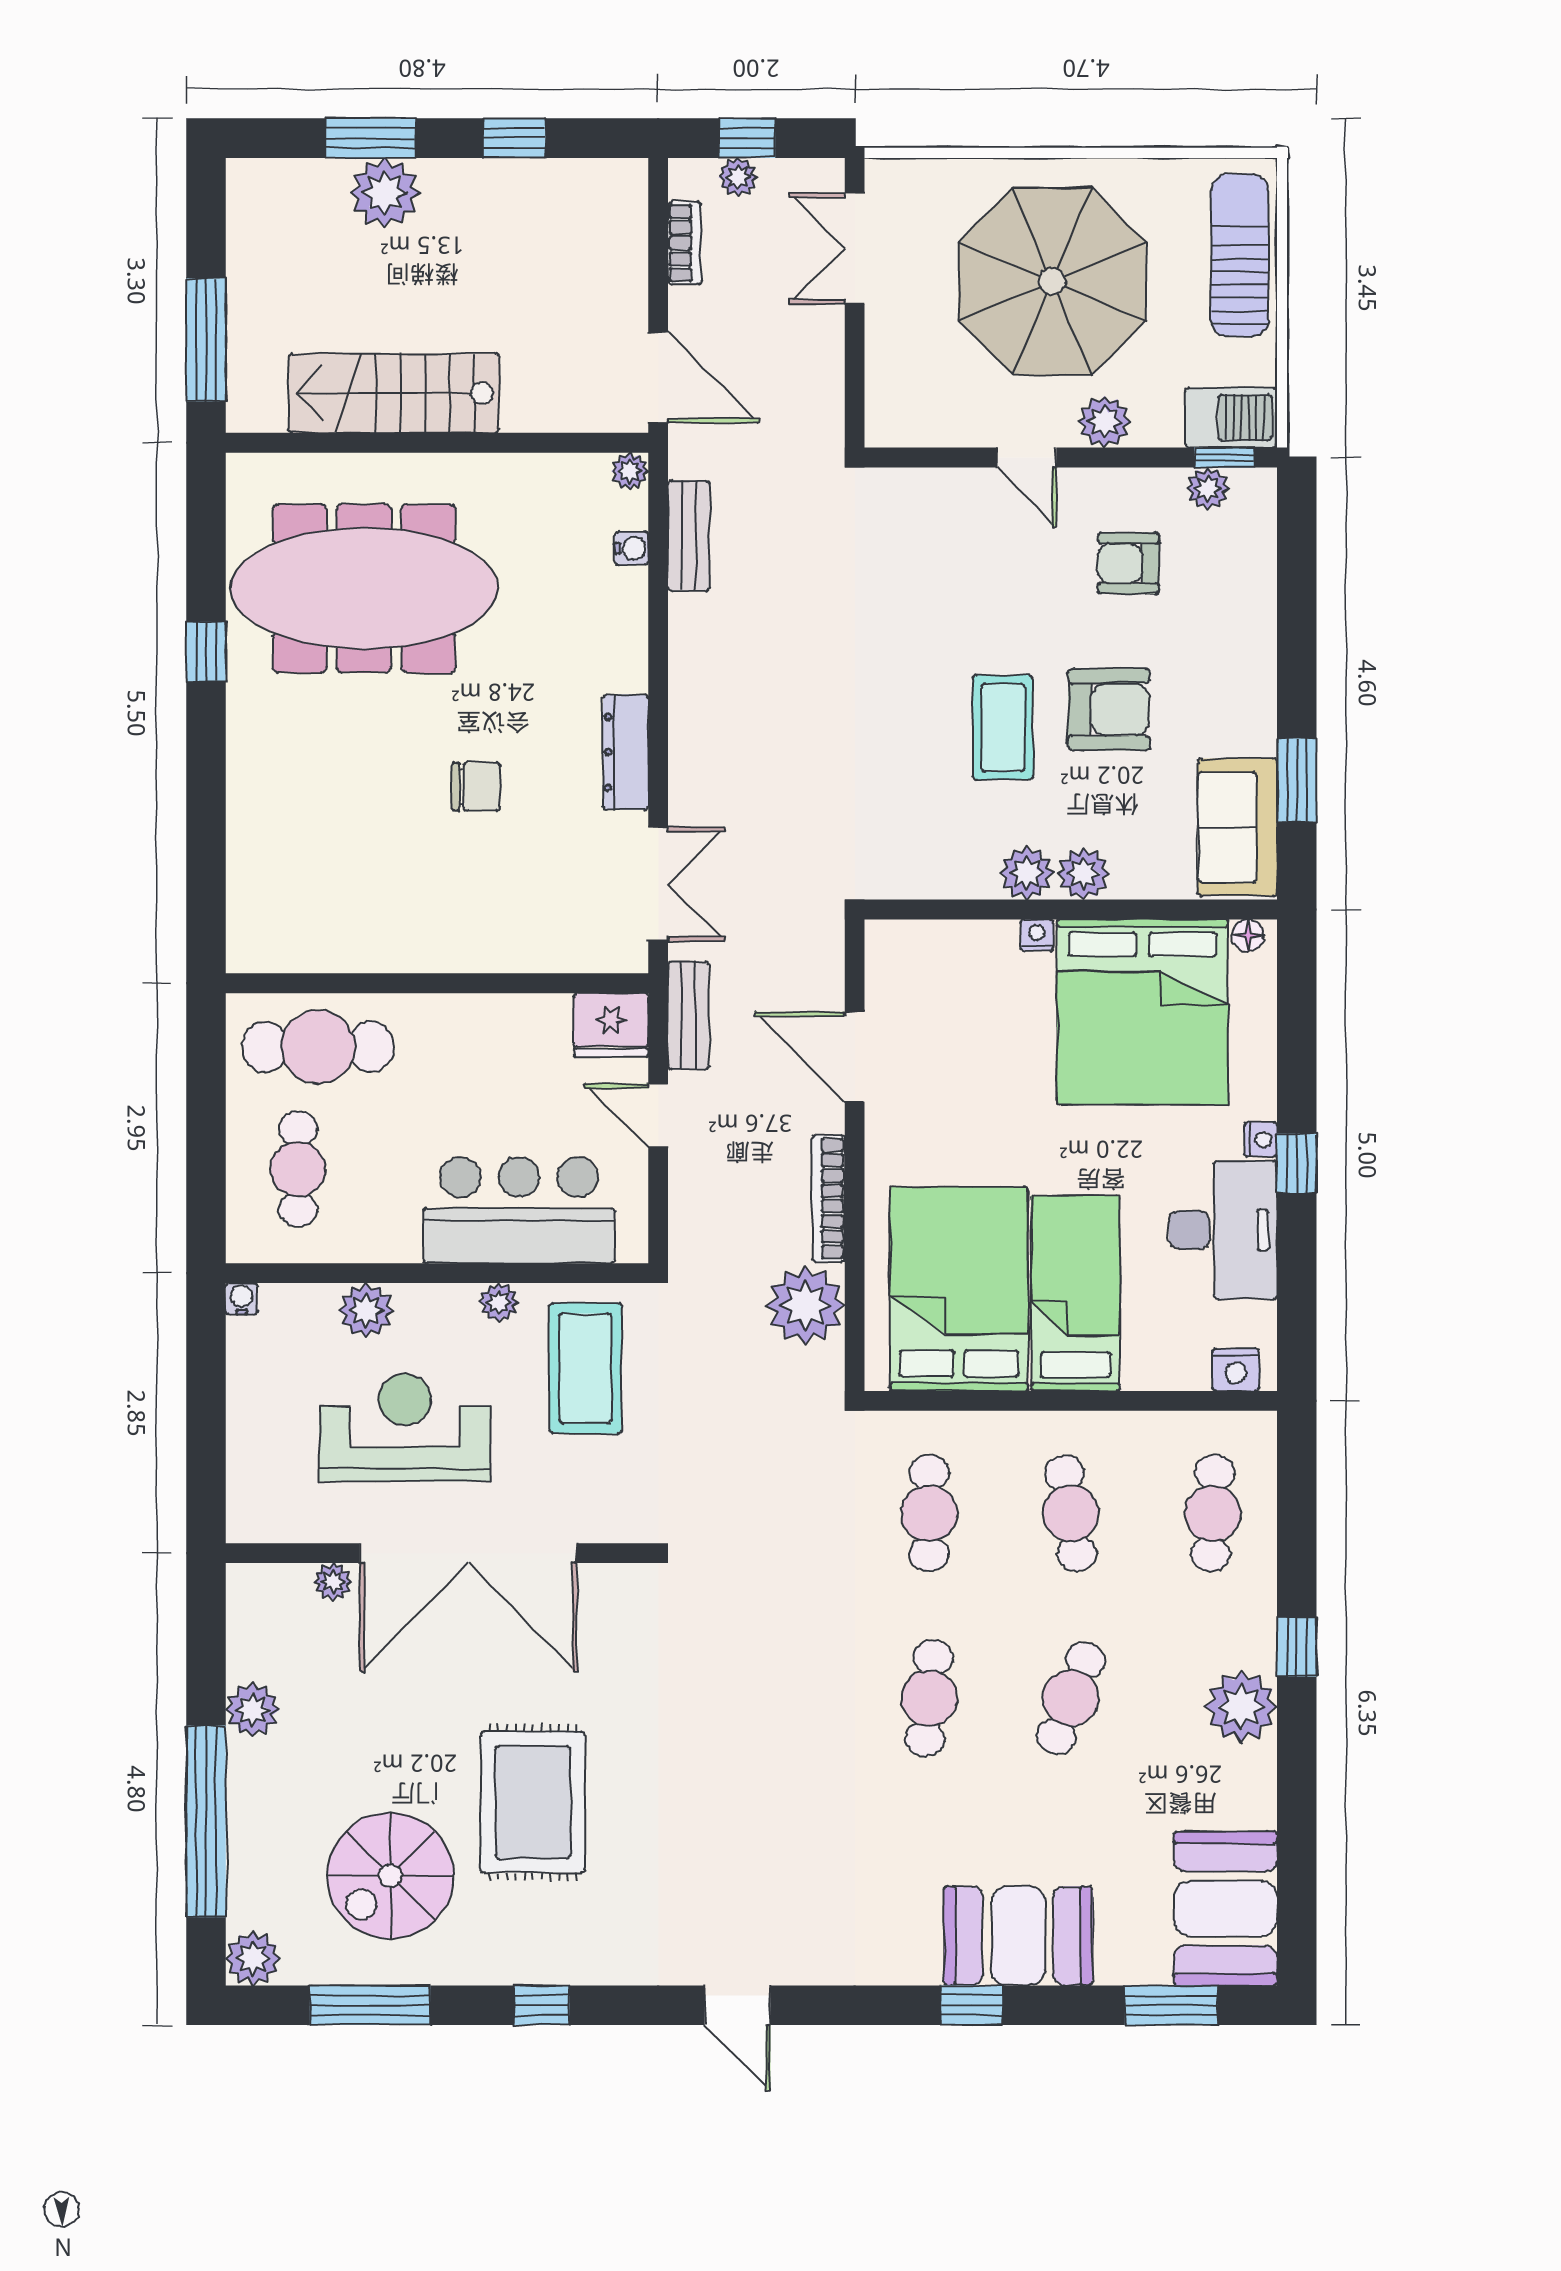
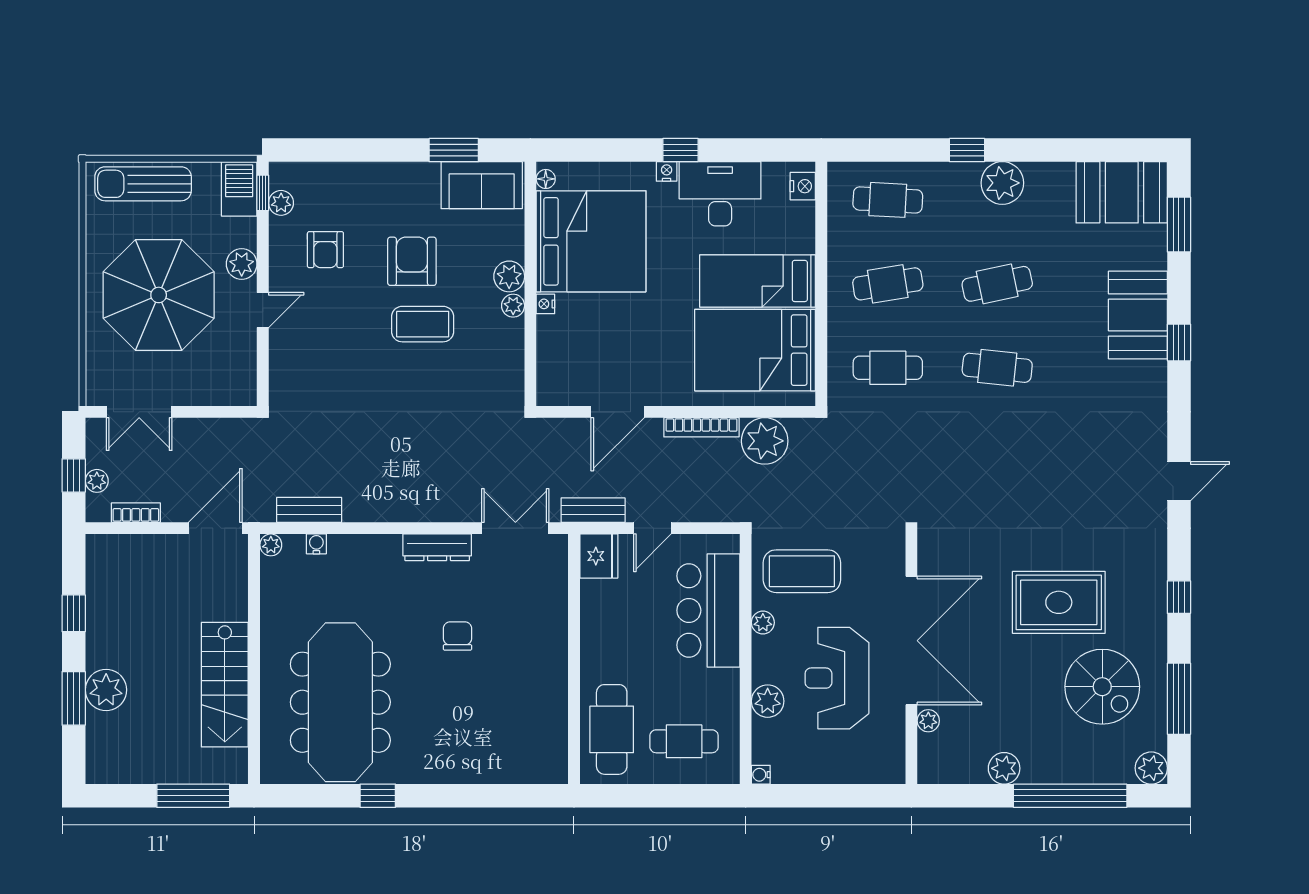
plant: (1027, 873) -> (513, 306), width x0.73, depth x0.73
cafe table: (1071, 1698) -> (997, 284), turned -33

